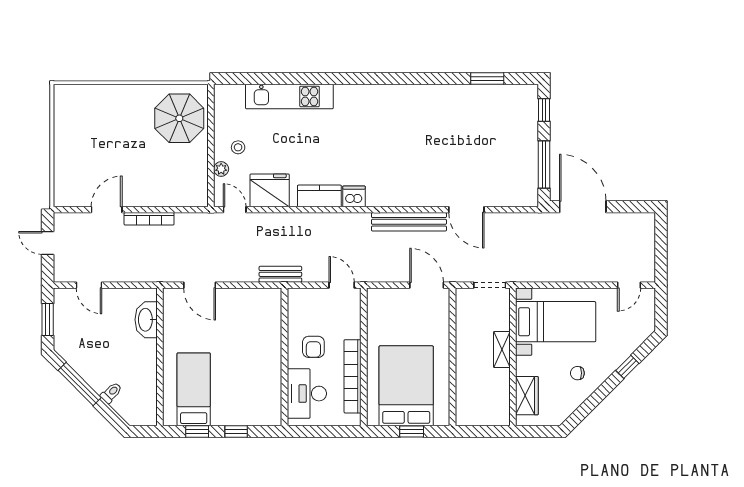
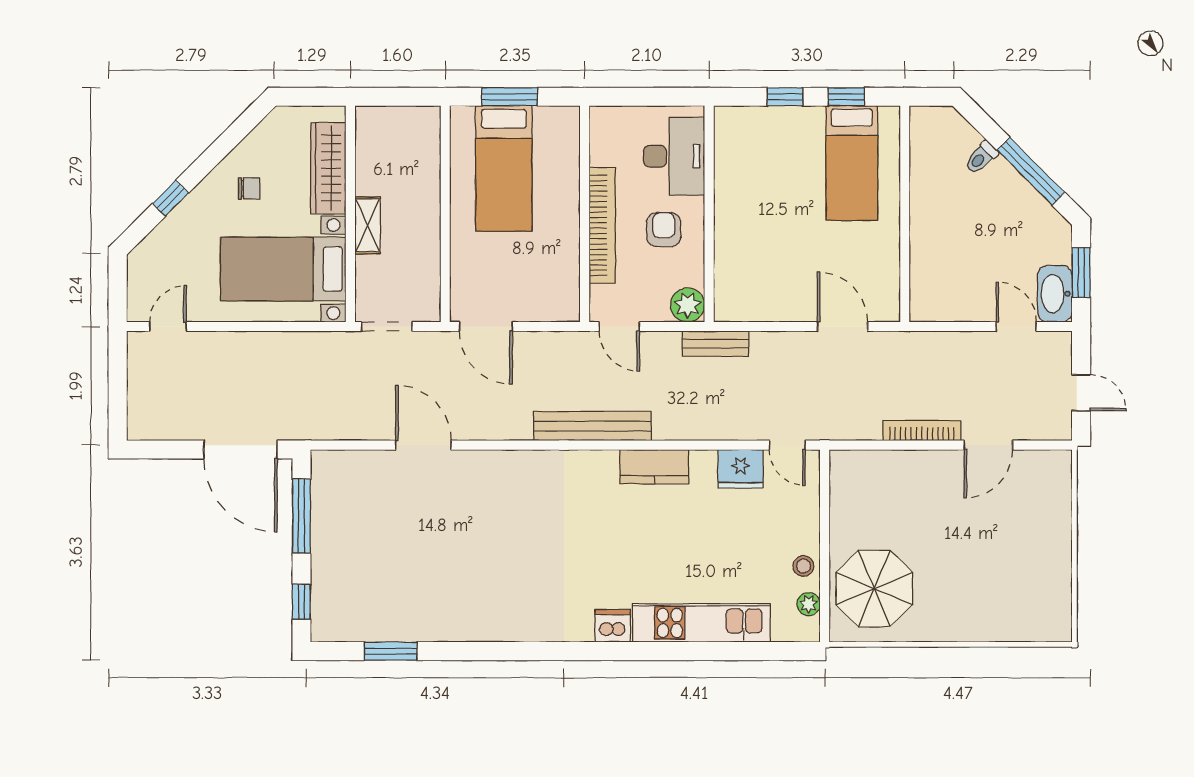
stool: (238, 147) -> (803, 566), moved
plant: (221, 169) -> (809, 604), moved
fridge: (270, 190) -> (741, 469), width x0.73, depth x0.75
dishwasher: (354, 196) -> (613, 626), moved, turned 180
bench: (409, 222) -> (592, 426), moved
plant: (298, 299) -> (688, 305), added
washbasin: (146, 320) -> (1055, 294), moved, turned 180
bookcase: (353, 376) -> (602, 225), moved
bed: (406, 386) -> (504, 168), width x0.67
wardrobe: (527, 396) -> (328, 168), width x1.50
window: (412, 431) -> (509, 97), width x1.50

